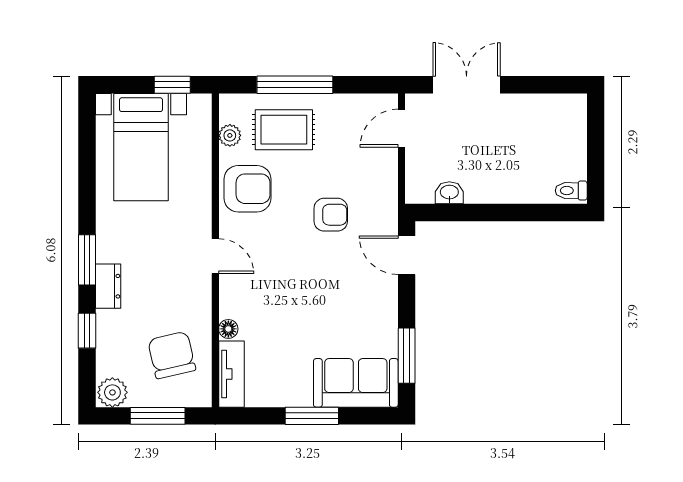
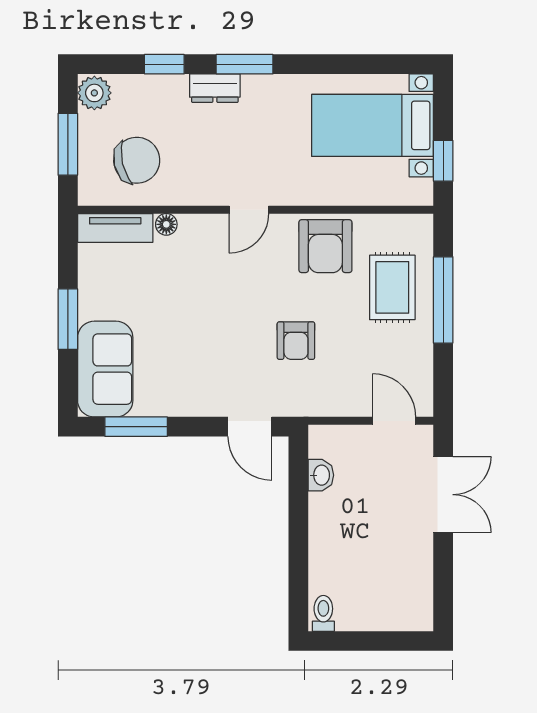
plant: (230, 135) -> (386, 226), removed
door: (407, 255) -> (250, 427), swing flipped

